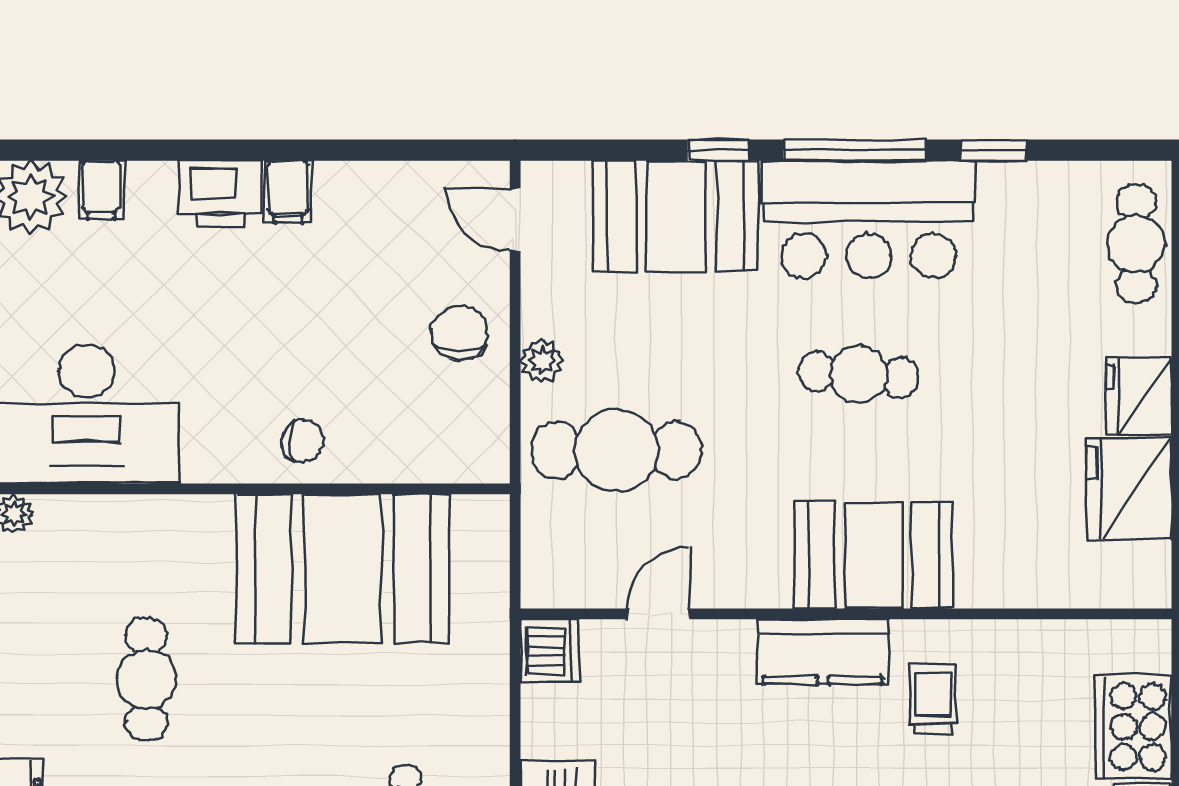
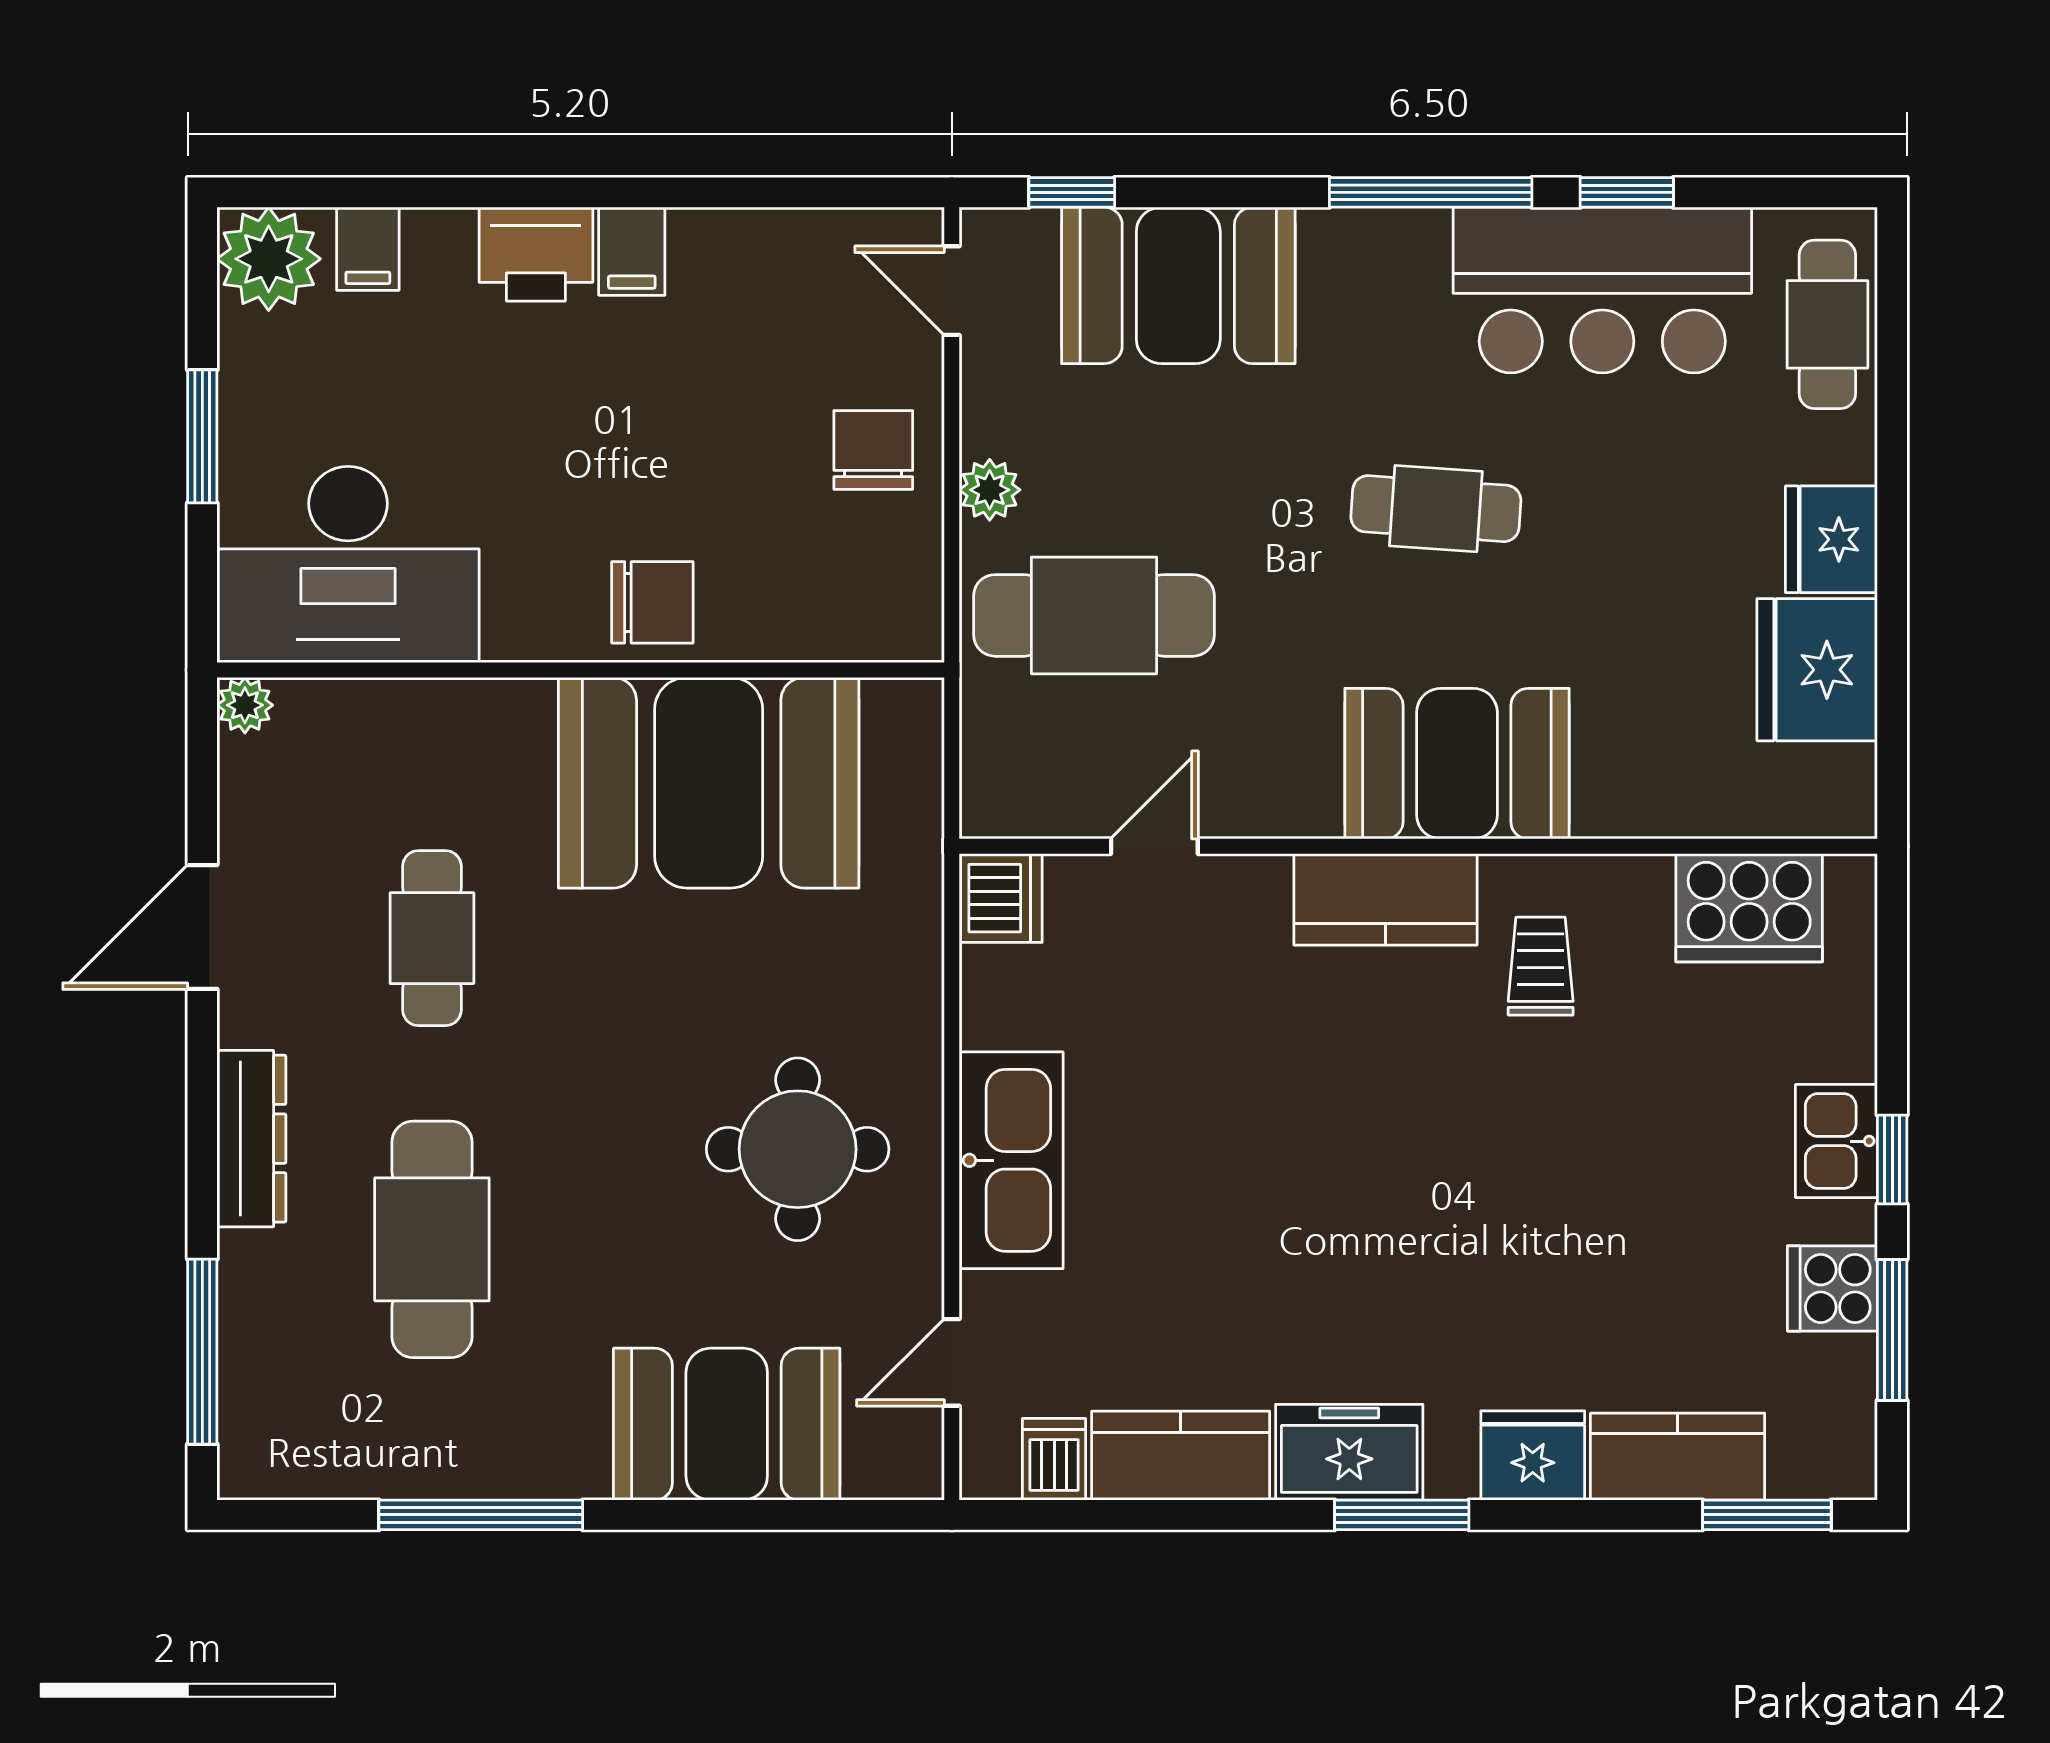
window: (718, 150) -> (1072, 192), moved
bar counter: (869, 219) -> (1602, 290), moved
chair: (303, 441) -> (652, 602), width x1.37, depth x1.37
cooker: (1133, 727) -> (1749, 908), moved, turned -90

